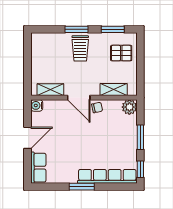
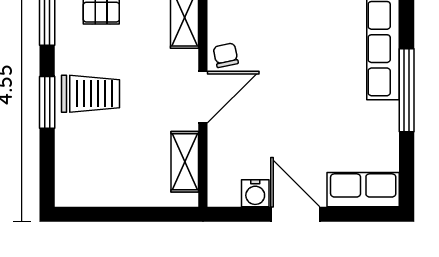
water cooler: (37, 105) -> (255, 193), moved
window: (82, 187) -> (407, 90), width x1.44

